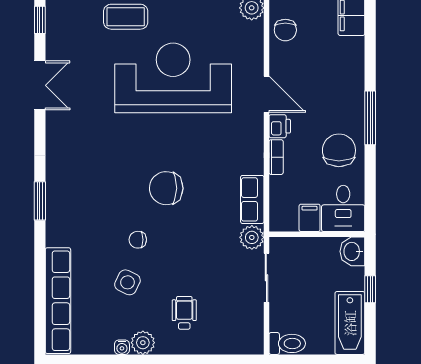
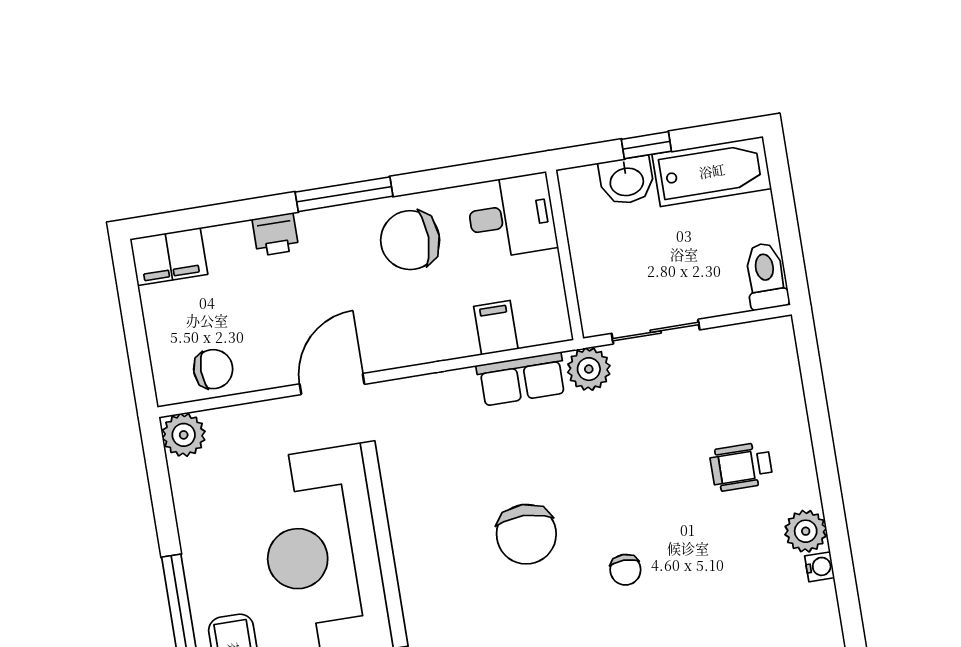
printer: (280, 126) -> (275, 234), moved, turned 180
bookcase: (276, 157) -> (440, 349), removed
filing cabinet: (310, 218) -> (496, 328), moved, turned 90
washbasin: (352, 251) -> (627, 181), moved
side table: (127, 282) -> (704, 576), removed

